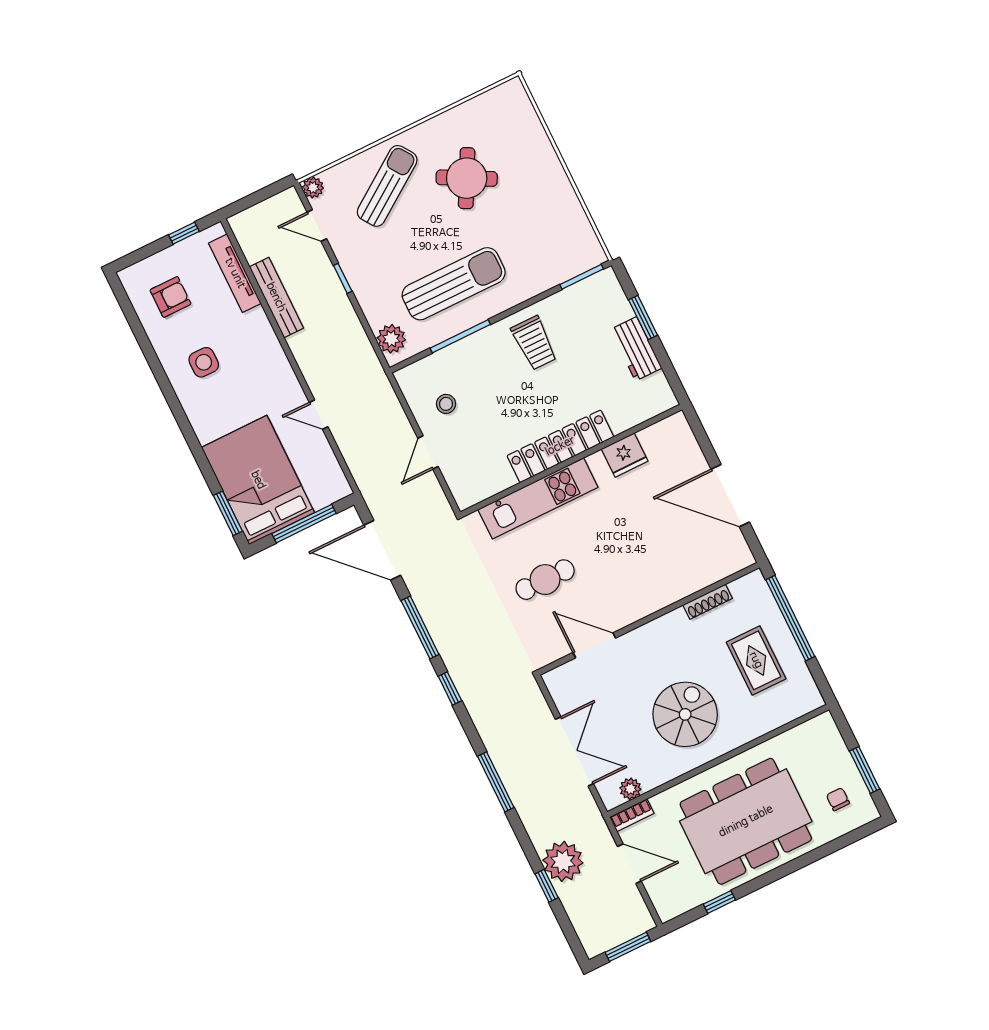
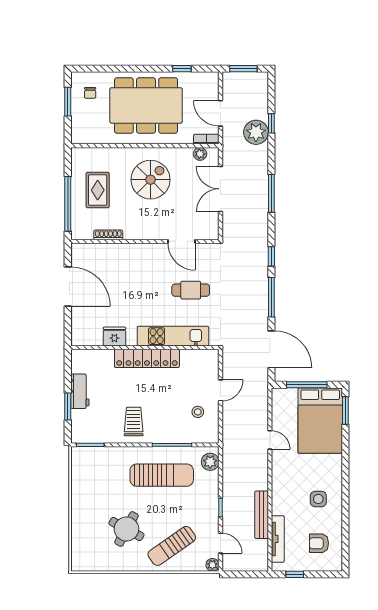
sun lounger: (454, 284) -> (162, 475), turned 180
spiral stairs: (685, 714) -> (151, 180), turned 180

